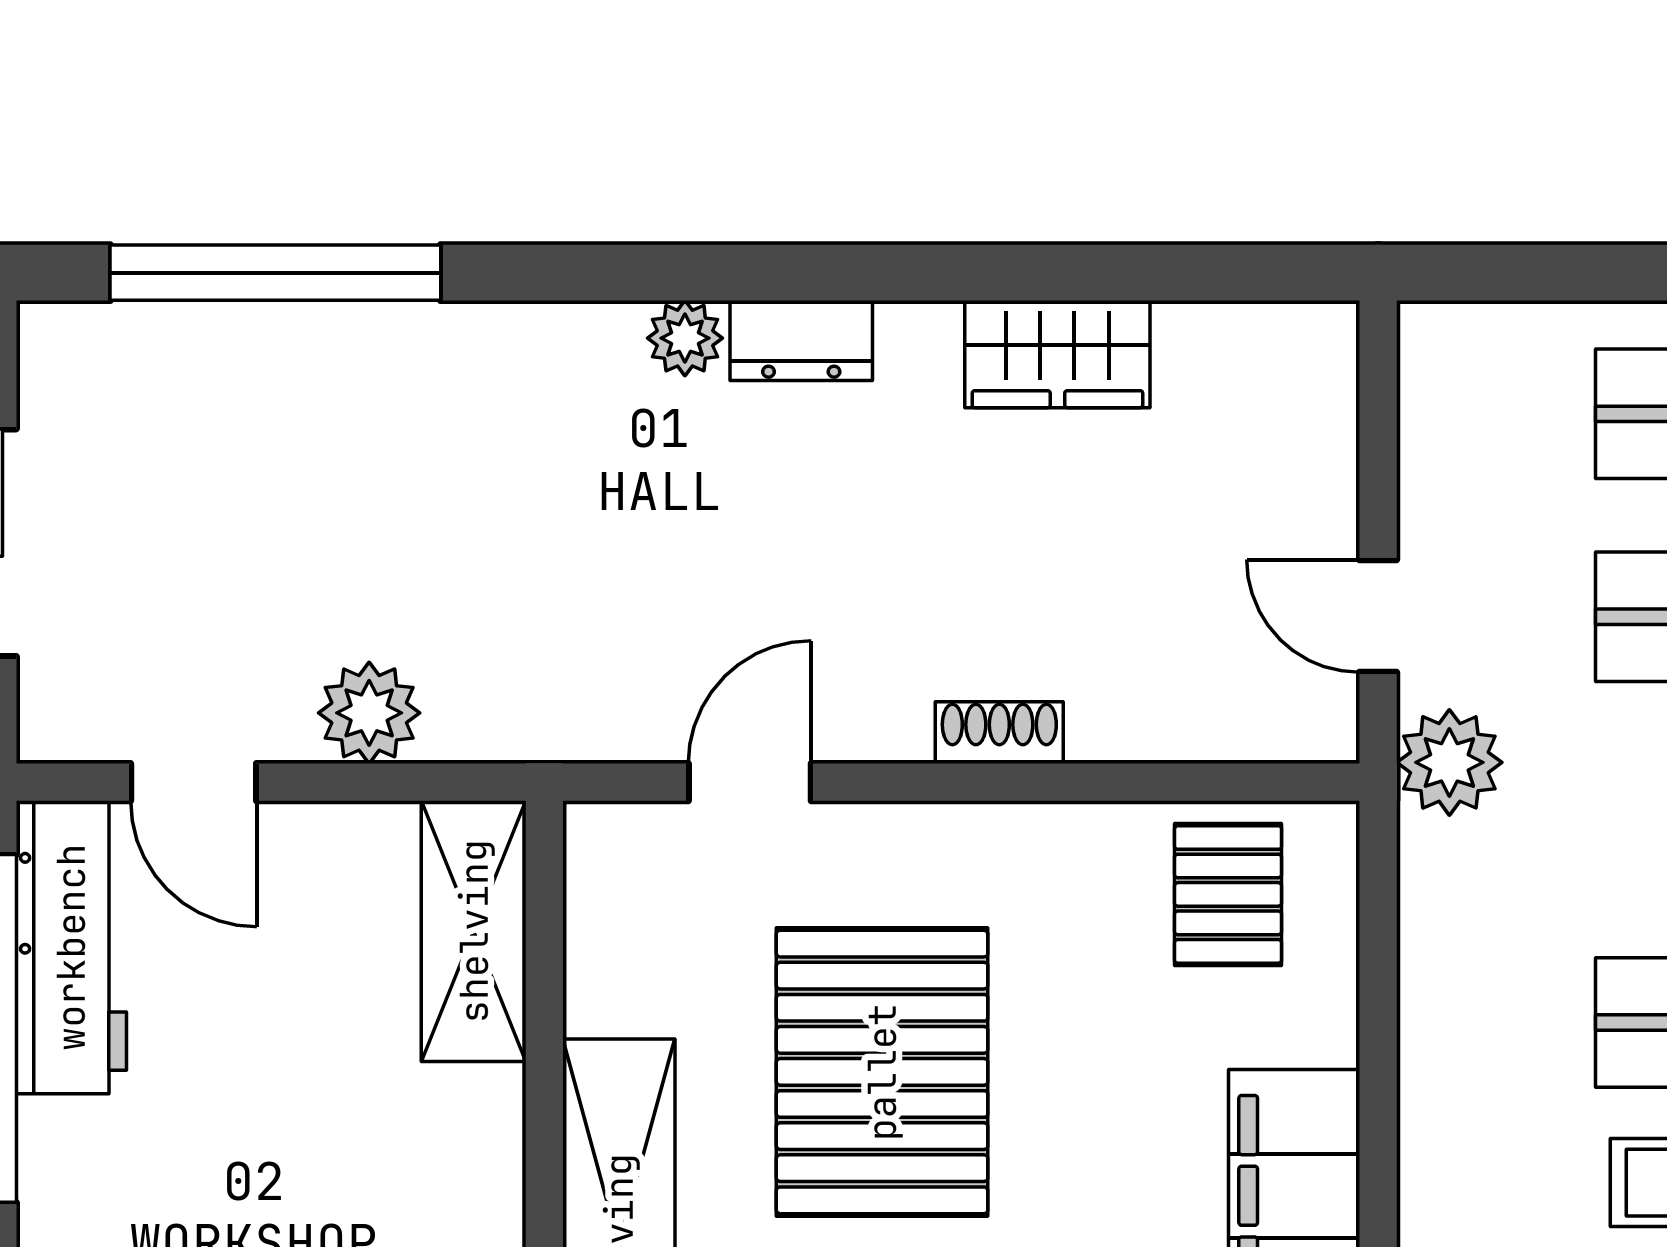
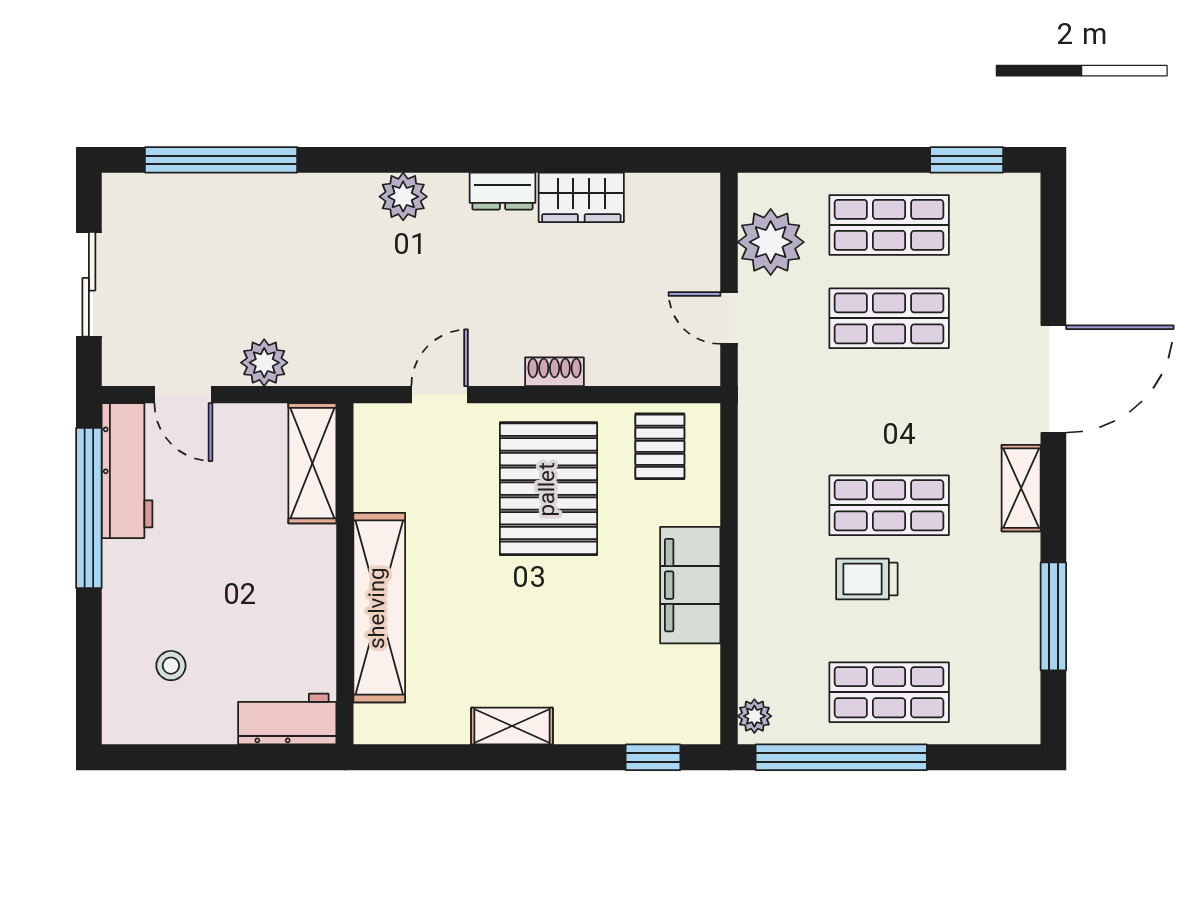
plant: (685, 338) -> (403, 197), width x1.38, depth x1.38
dresser: (801, 340) -> (502, 191), moved
plant: (1449, 762) -> (771, 242), moved, width x1.36, depth x1.36
pallet: (882, 1072) -> (549, 489), moved

